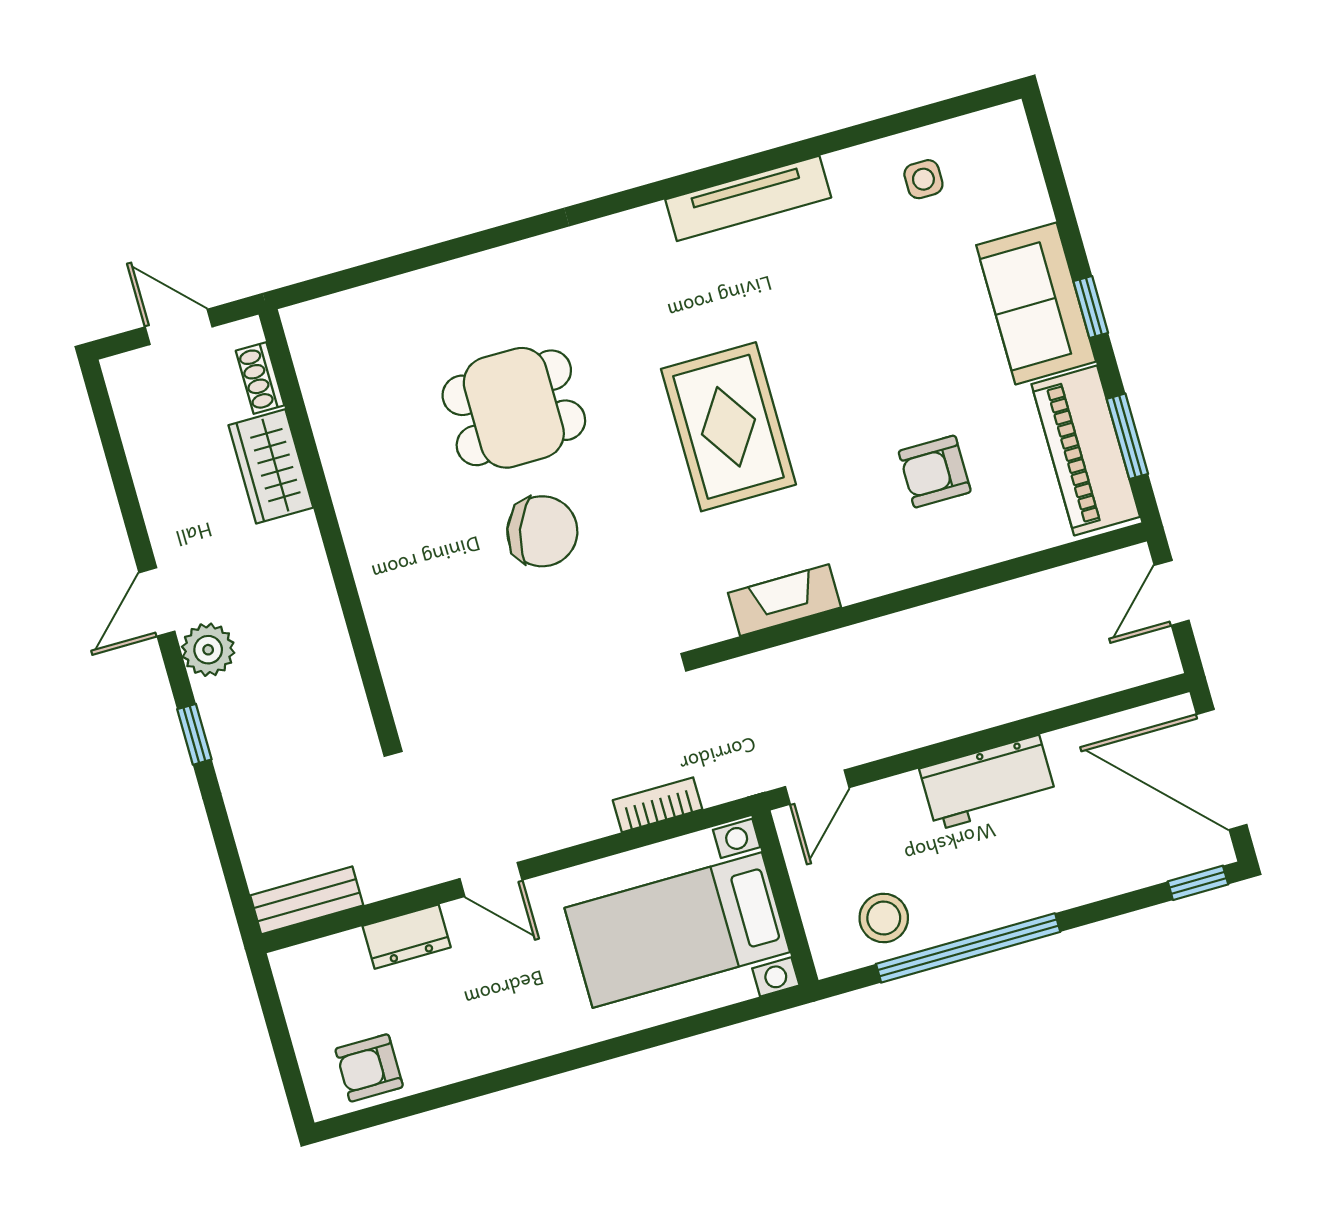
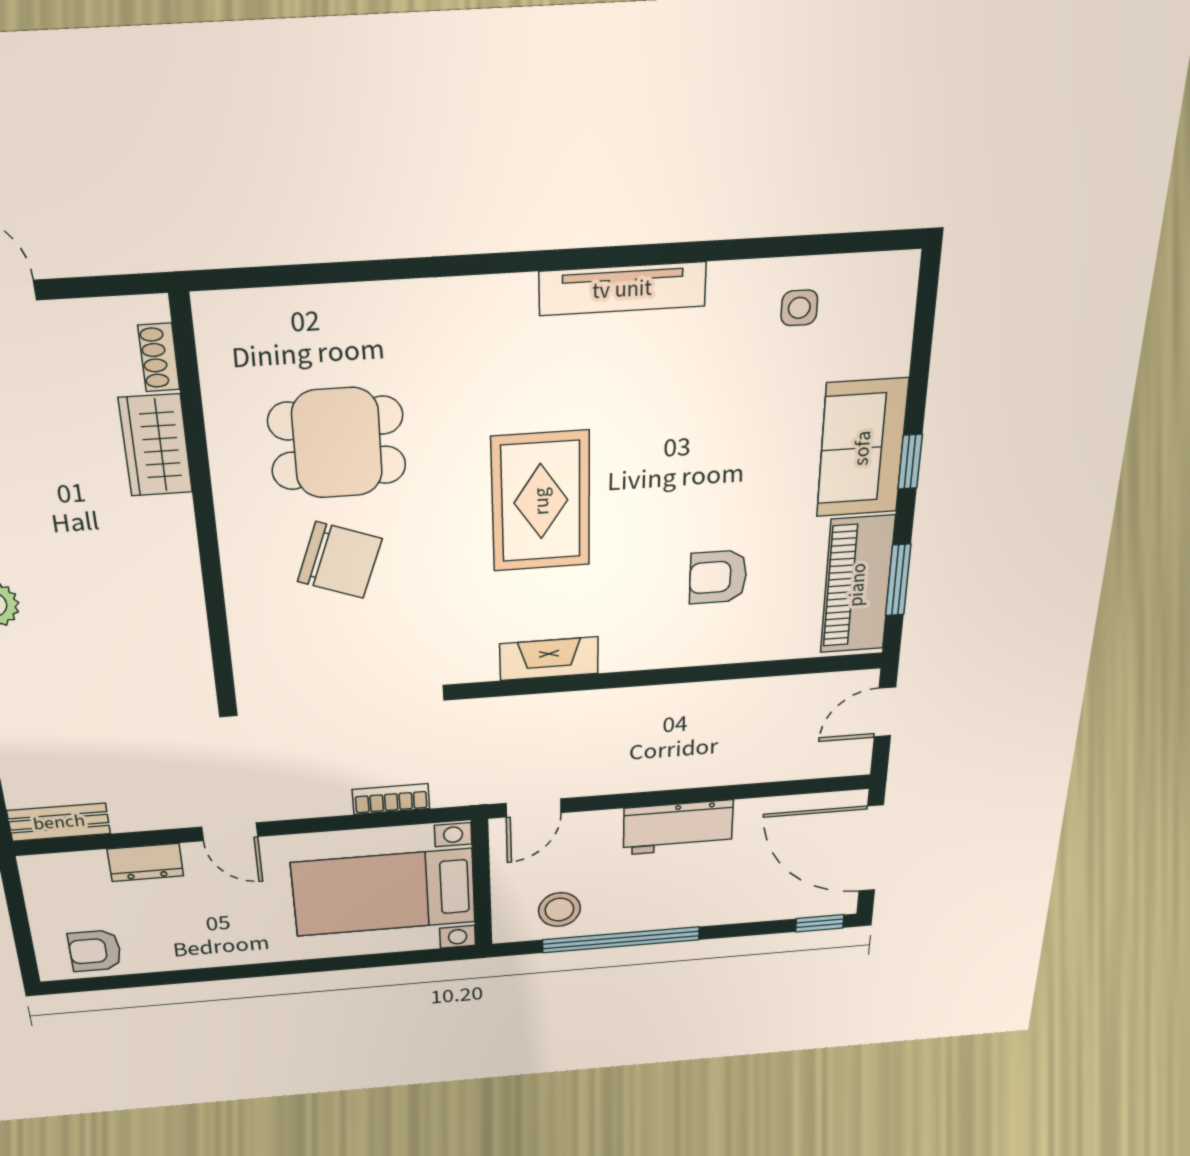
shoe rack: (260, 378) -> (159, 357), moved
wardrobe: (271, 466) -> (156, 445), moved
wall: (328, 524) -> (204, 509), moved

